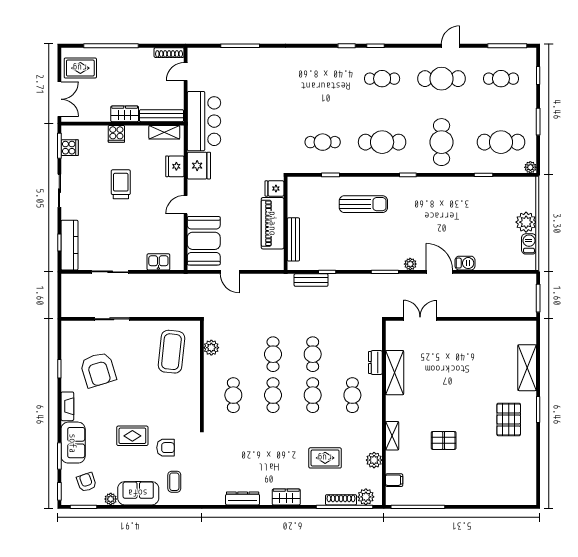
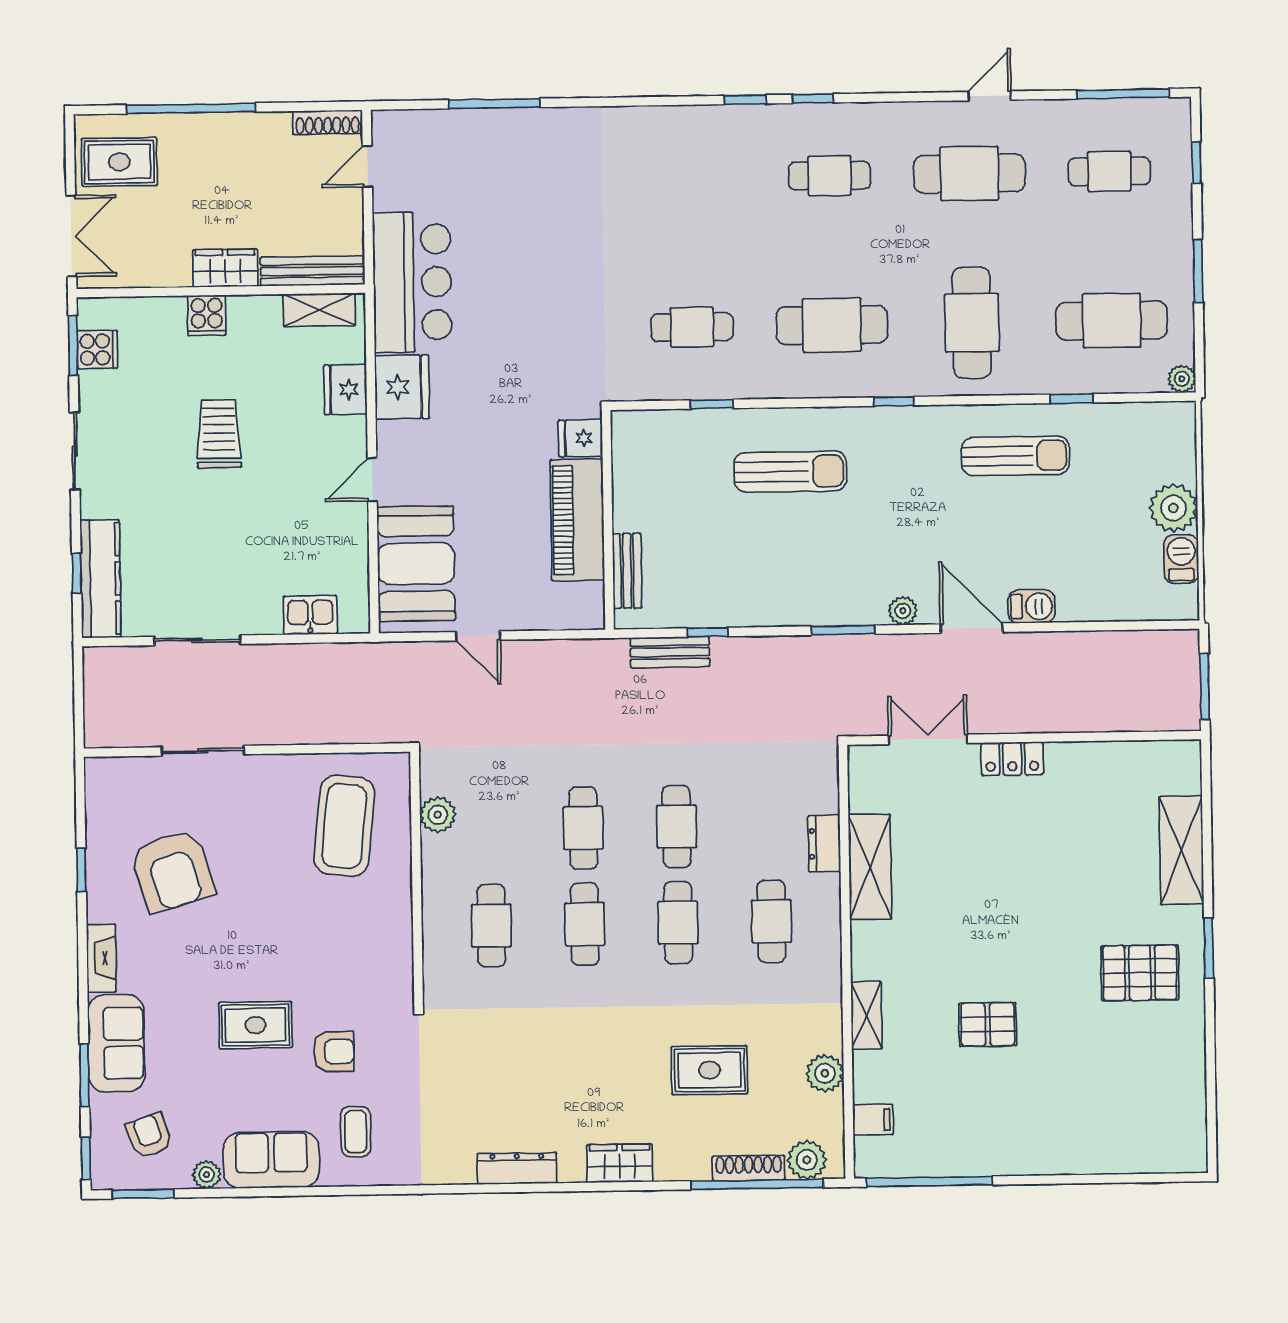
sun lounger: (459, 199) -> (1016, 456), added
bench: (293, 239) -> (627, 571), width x0.73
locker: (456, 328) -> (1012, 759), added
pallet: (509, 419) -> (1140, 973), turned 90

